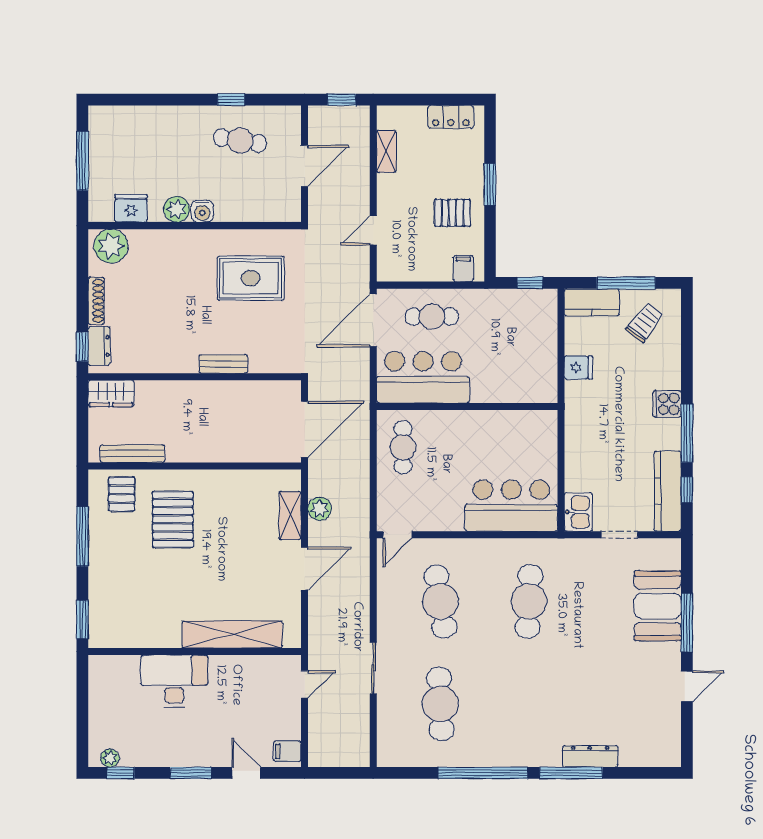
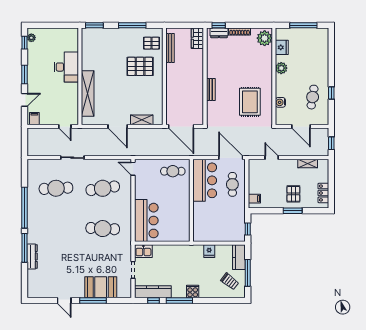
water cooler: (202, 211) -> (280, 102), moved
pallet: (452, 213) -> (293, 194), moved
plant: (320, 509) -> (145, 133), removed

